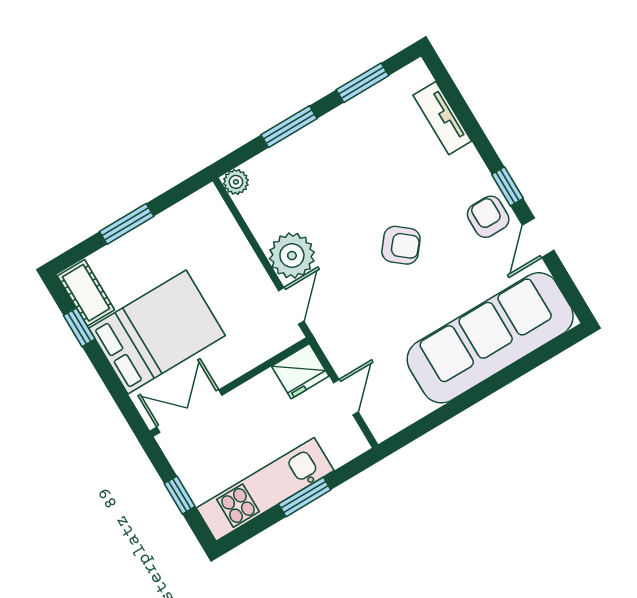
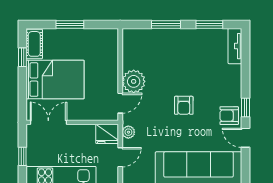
tv unit: (442, 118) -> (235, 46), moved
plant: (236, 182) -> (128, 132), moved
armchair: (488, 217) -> (229, 116), turned -90
door: (538, 238) -> (245, 138), hinge flipped
armchair: (401, 245) -> (184, 105), turned 51

